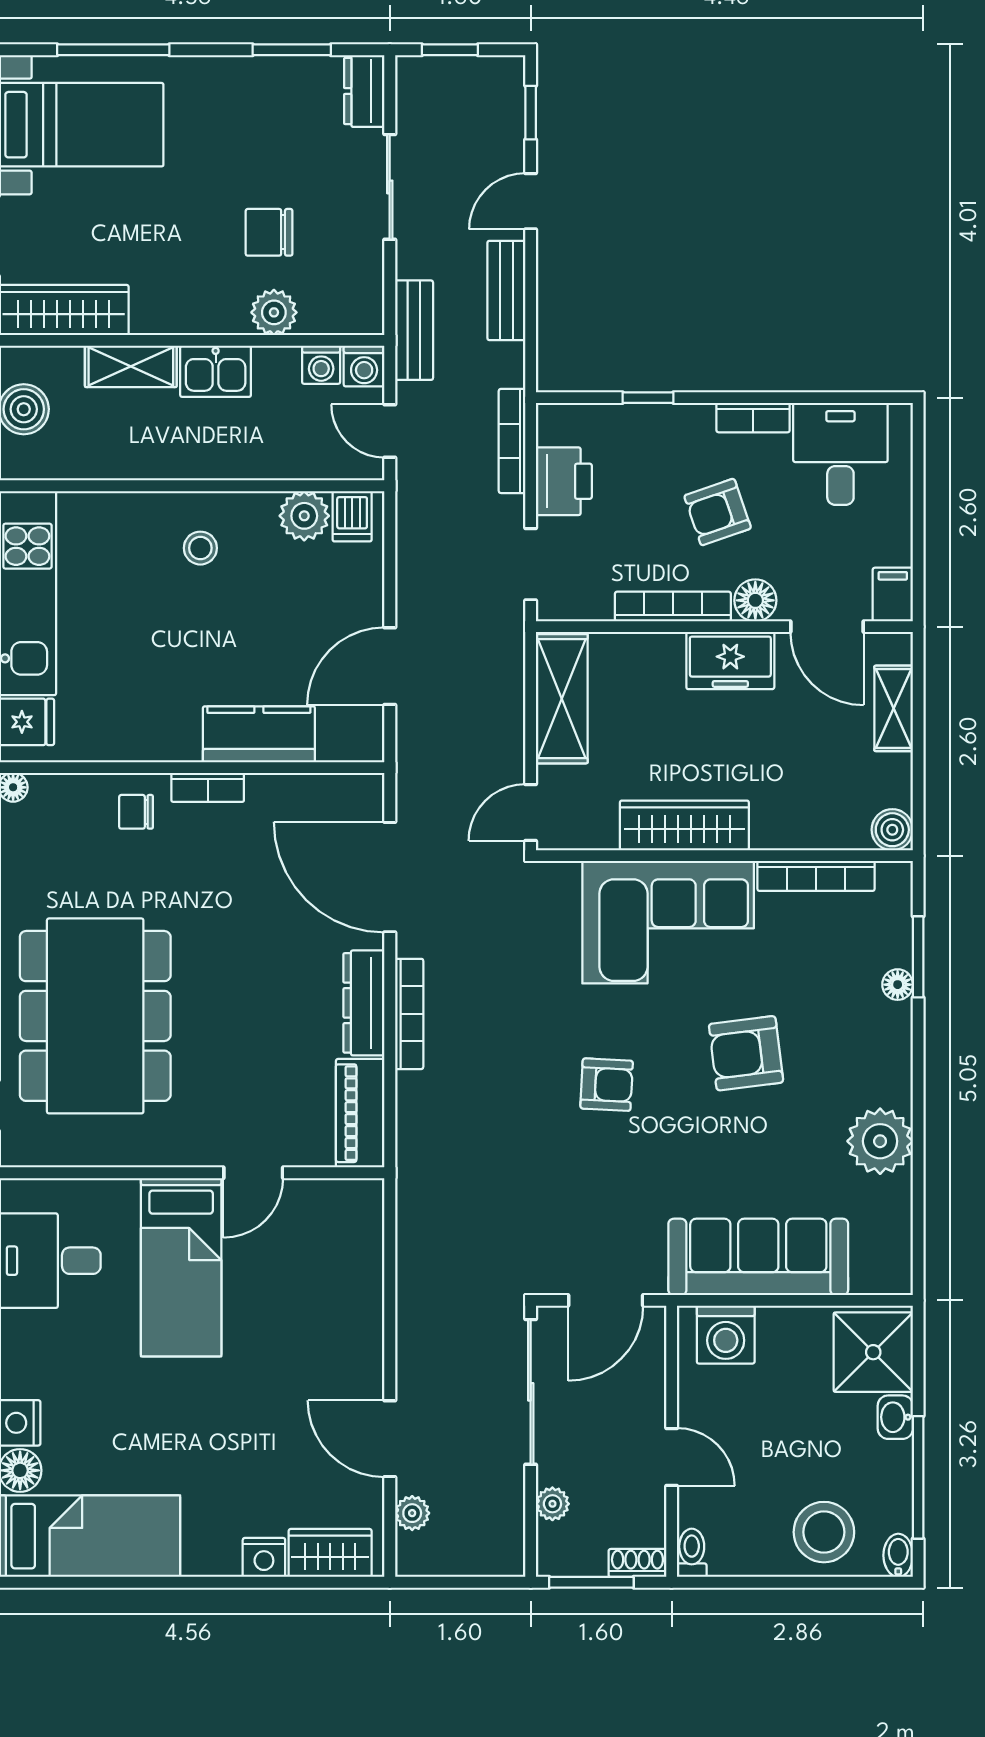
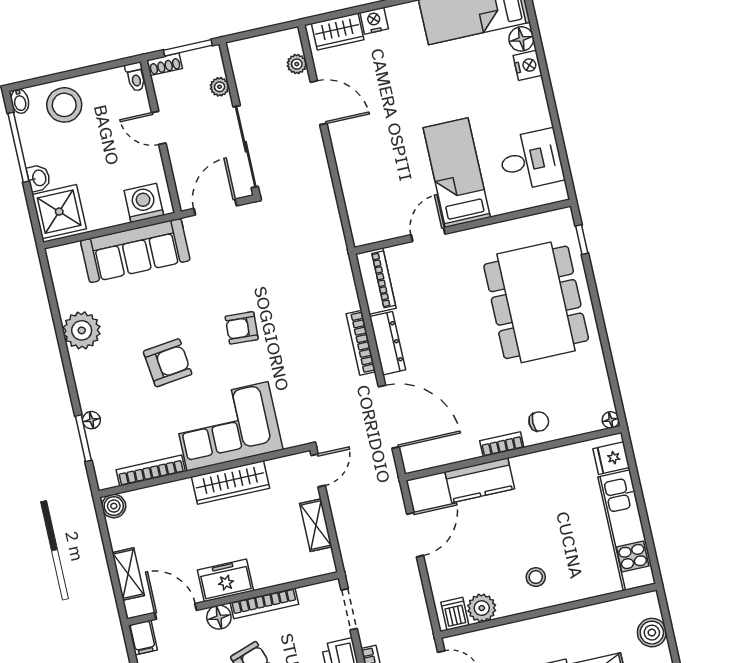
shelving: (562, 699) -> (316, 525), width x0.67, depth x0.75

